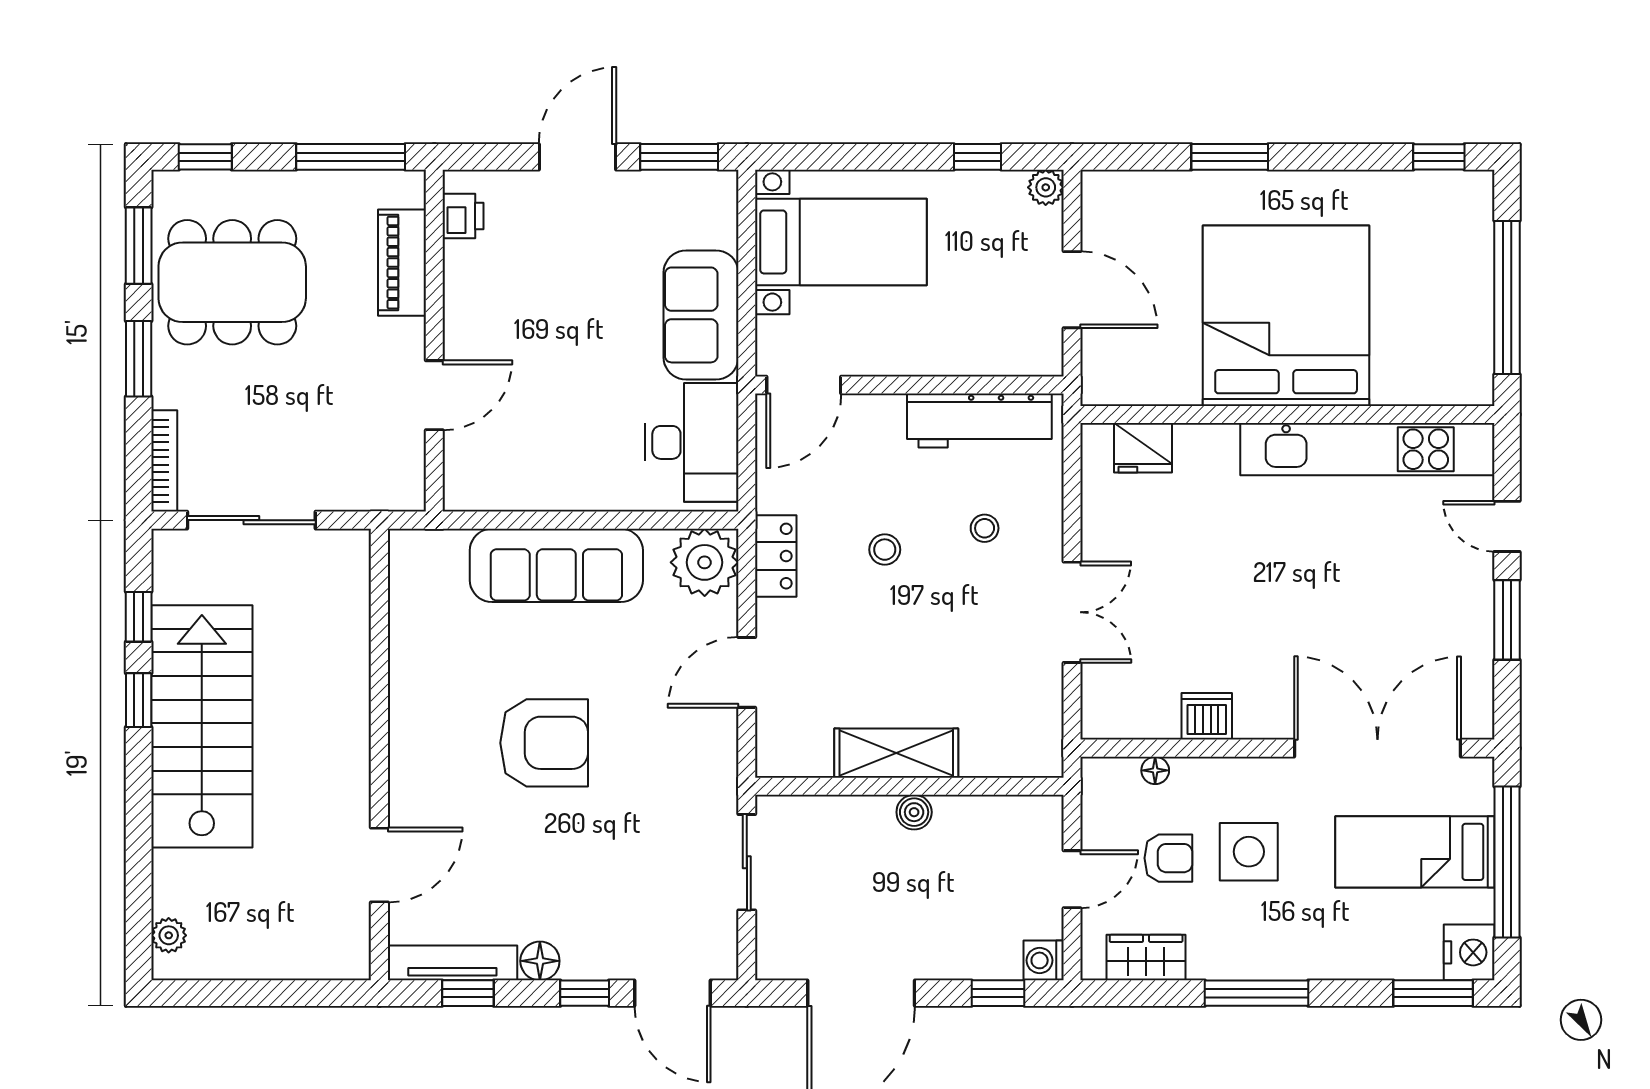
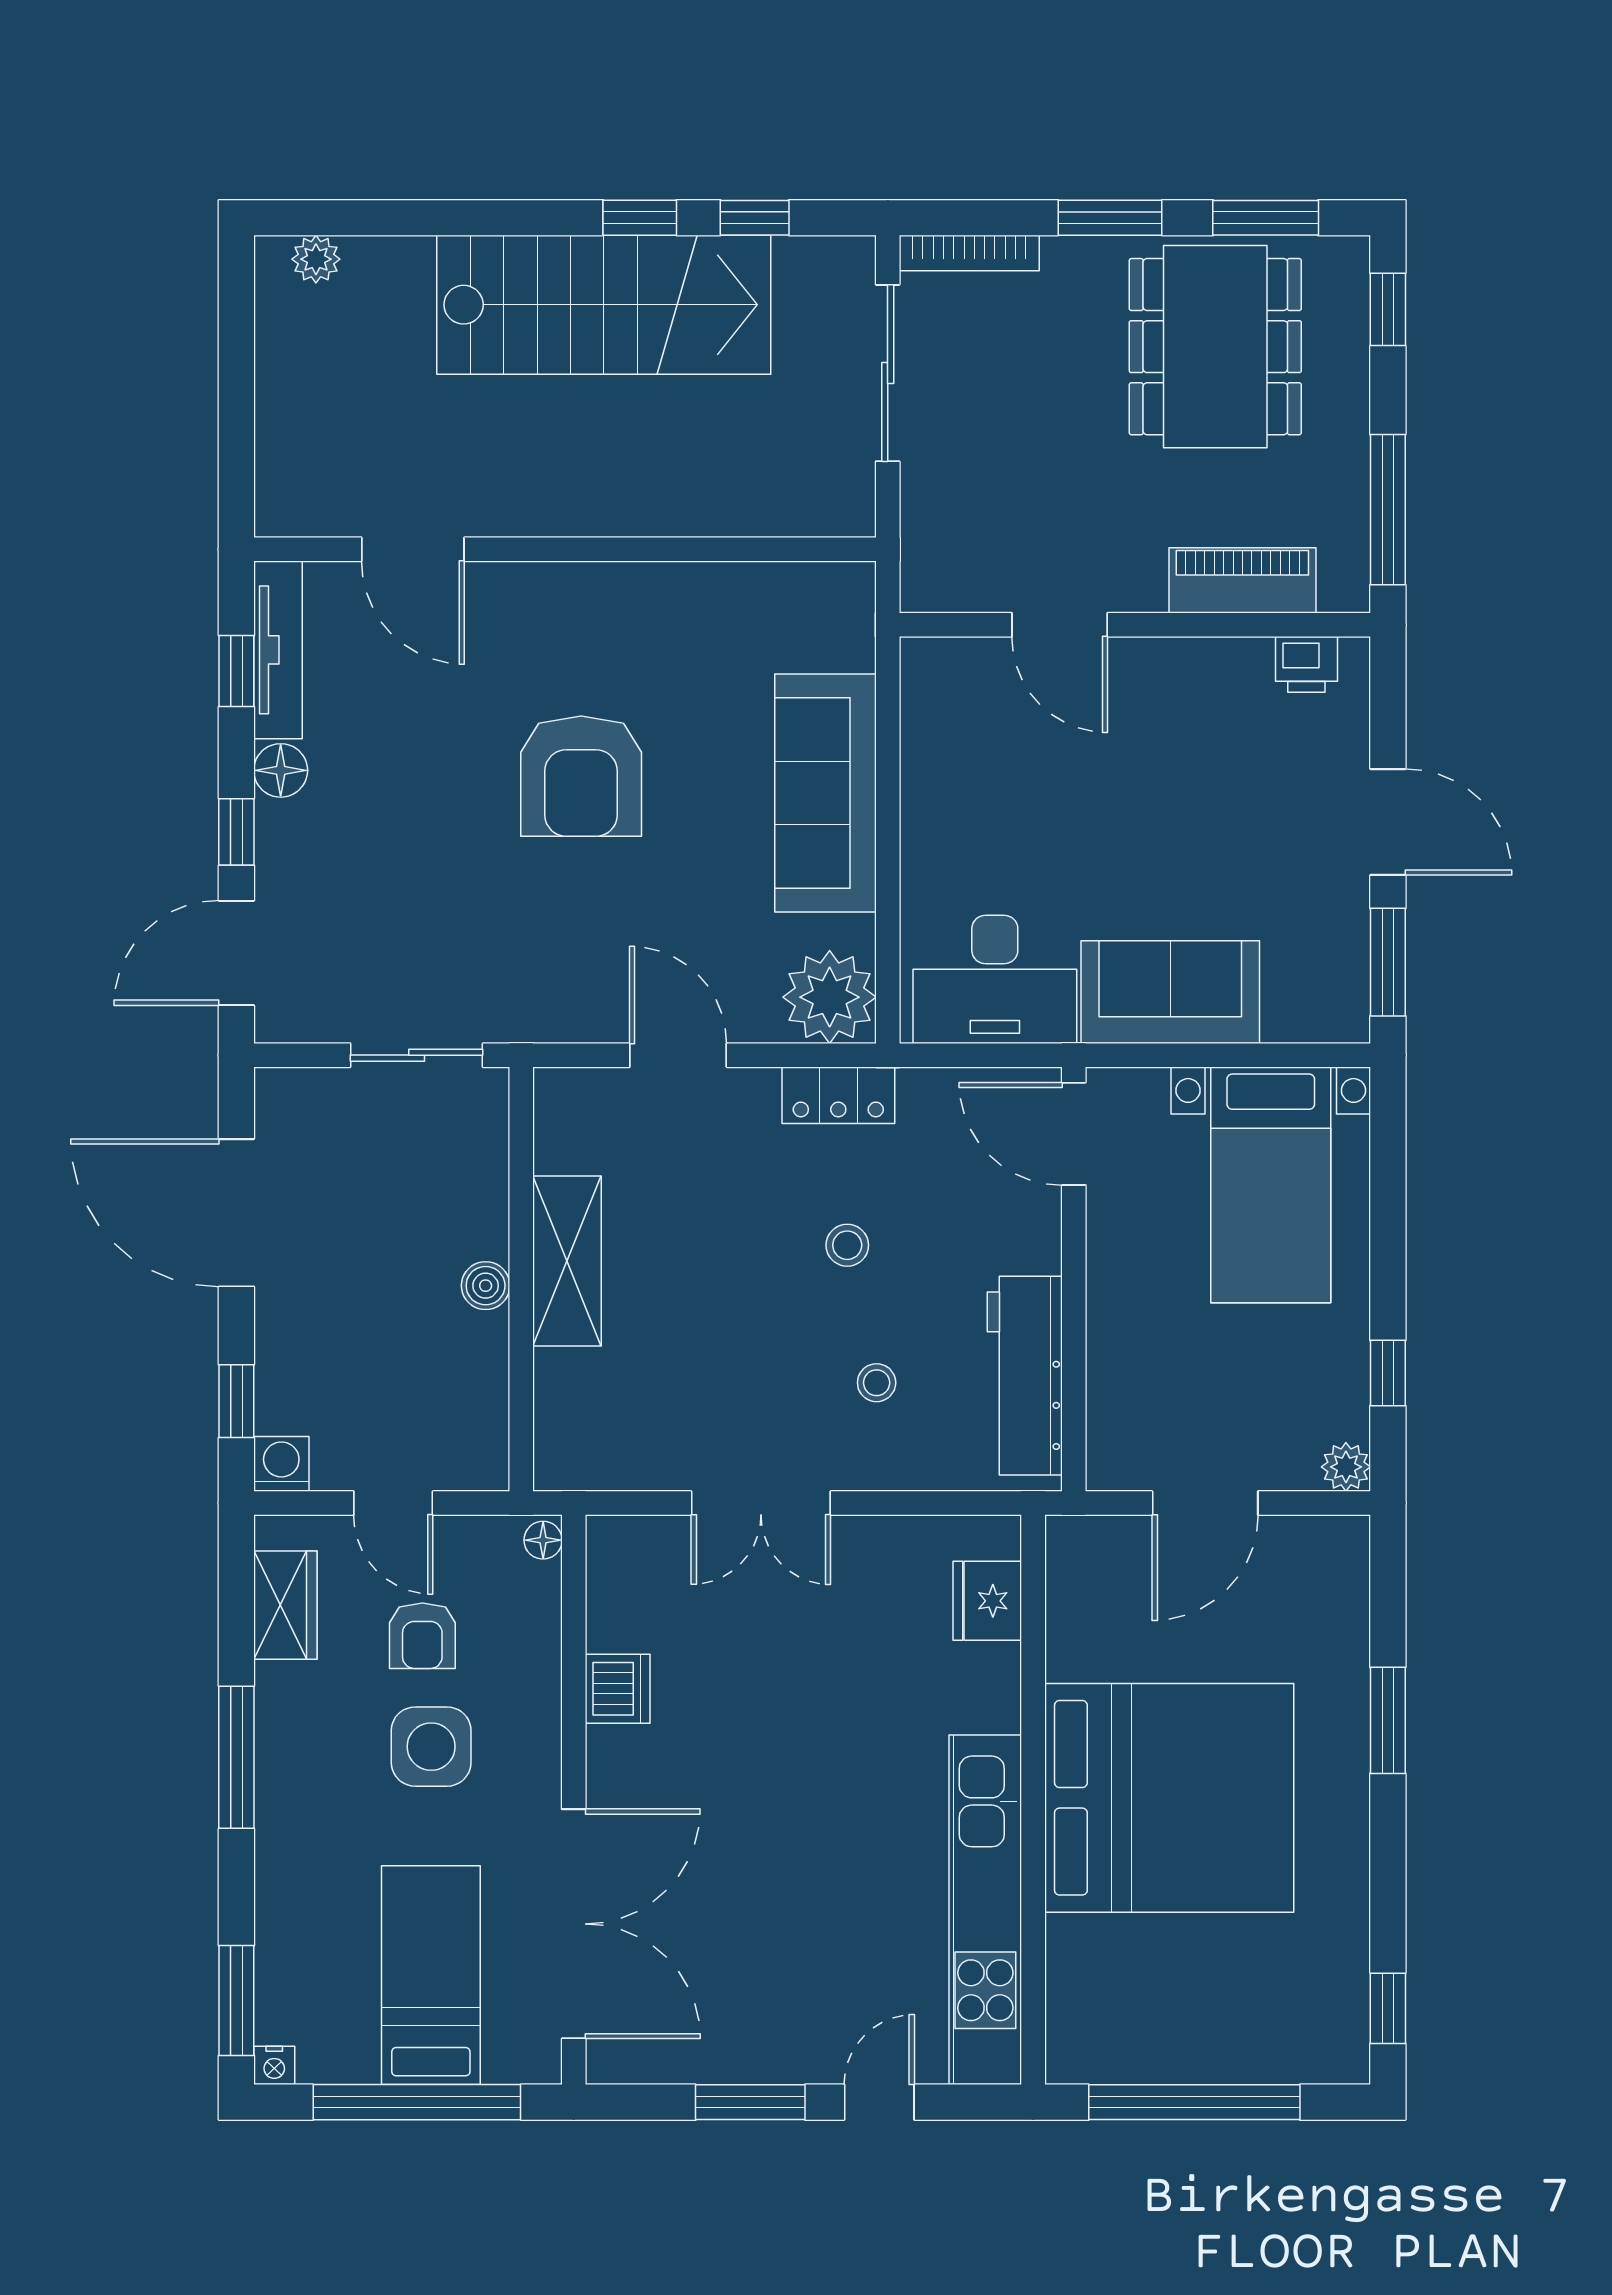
floor lamp: (1155, 770) -> (543, 1540), moved
nightstand: (1469, 952) -> (274, 2065), width x0.53, depth x0.56

